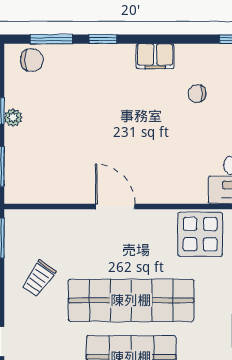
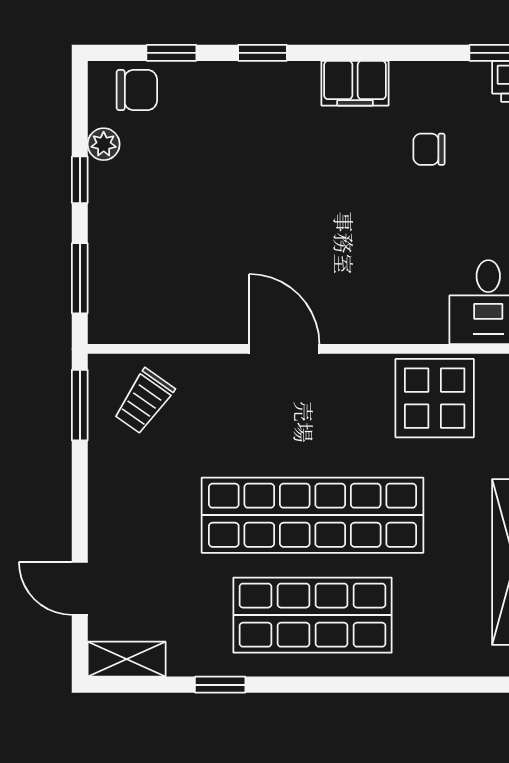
window: (51, 39) -> (171, 53), width x0.67
plant: (13, 117) -> (104, 144), moved
trolley: (39, 278) -> (144, 401), moved

